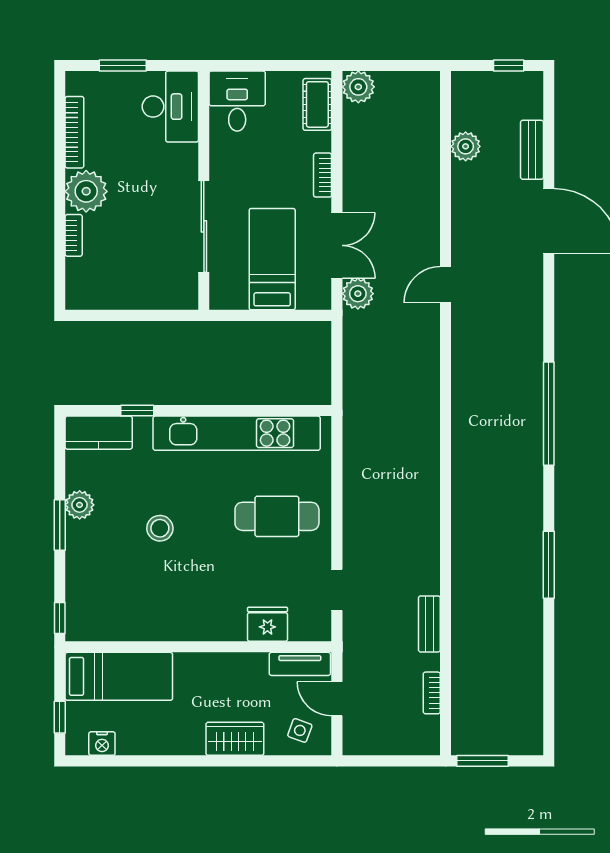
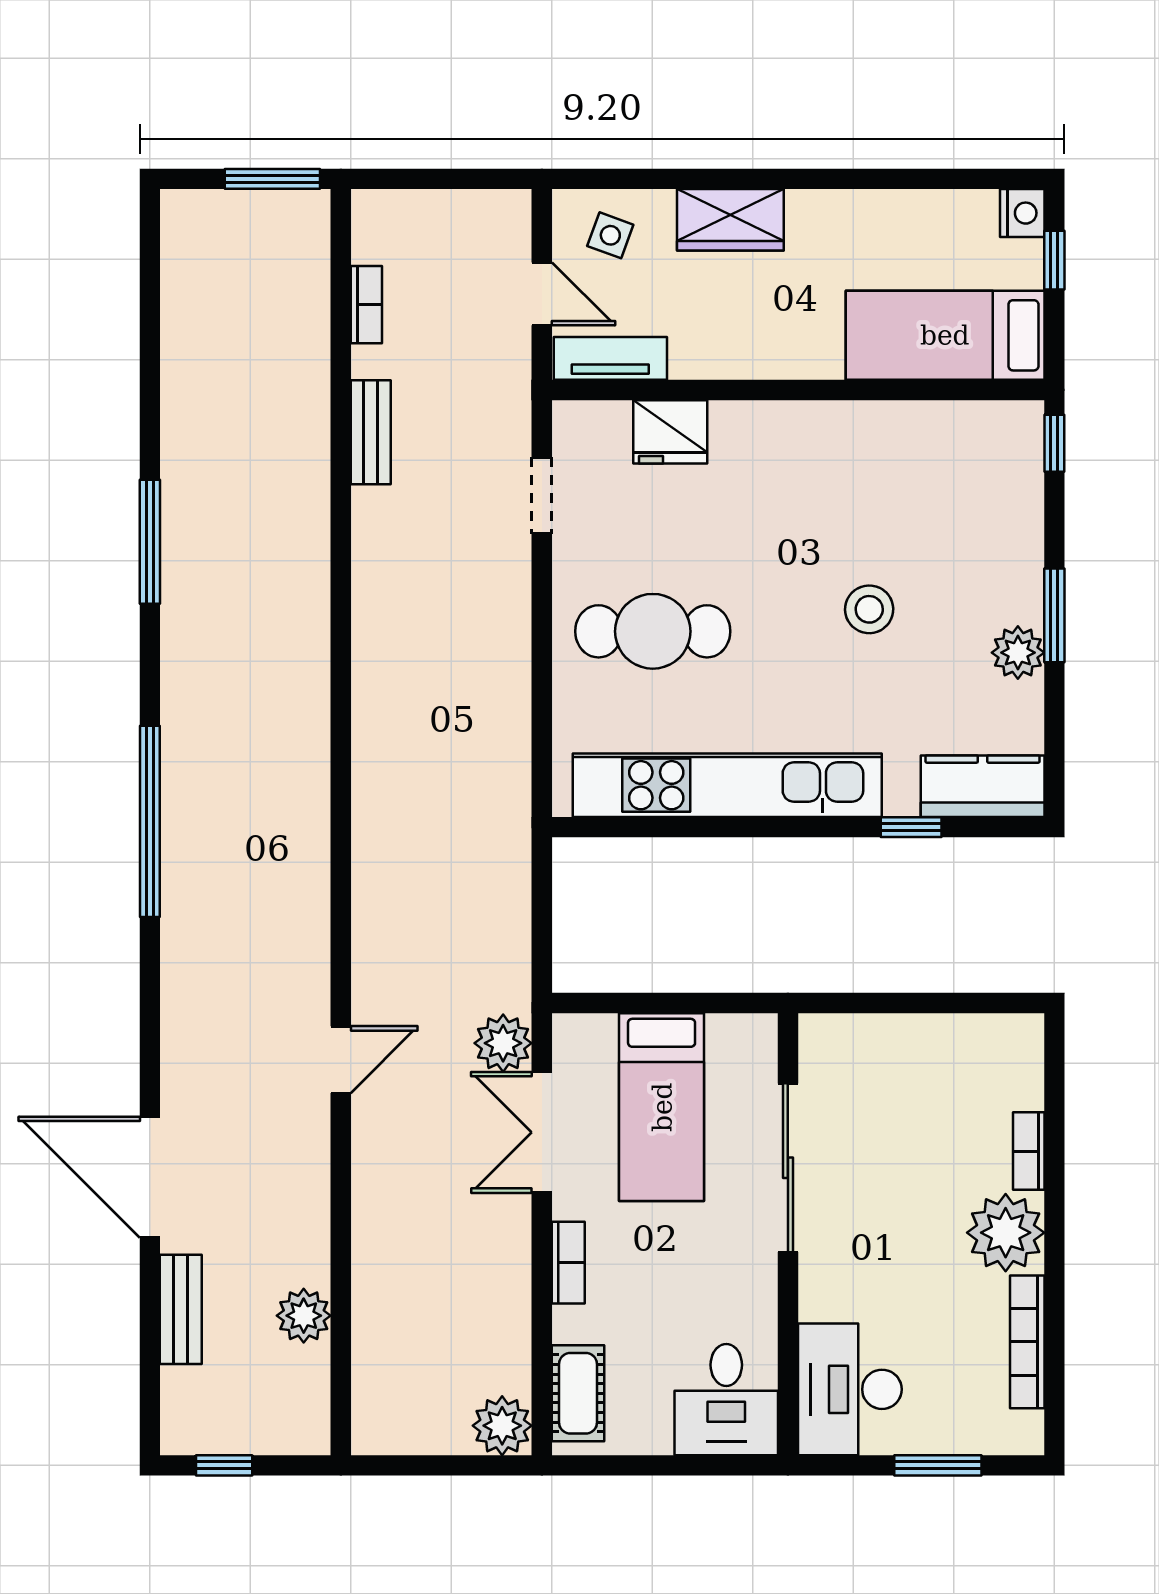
nightstand: (102, 744) -> (1022, 213), moved, turned 90

